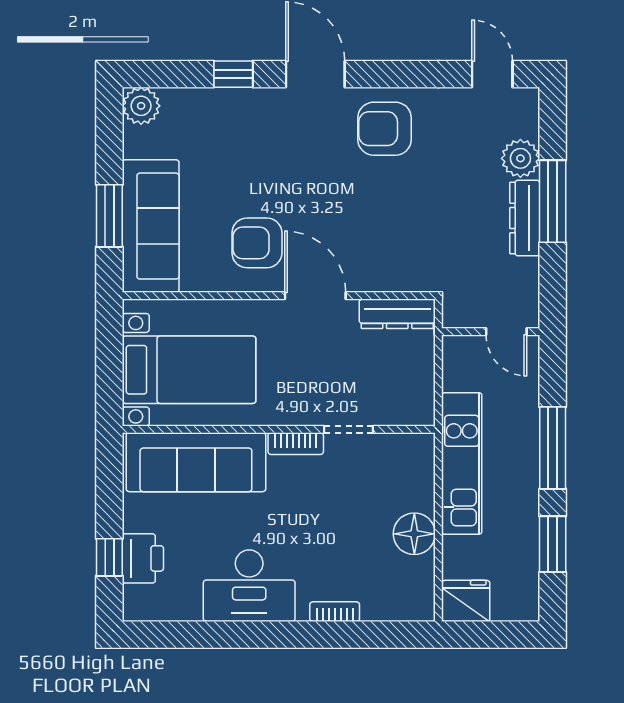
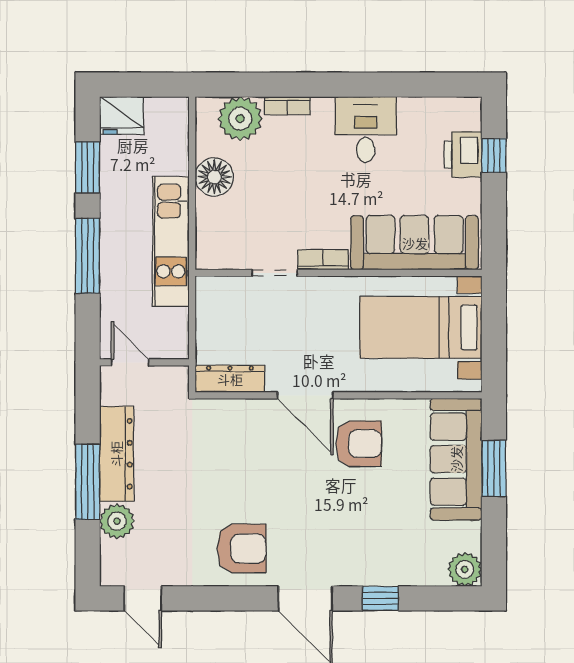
dresser: (525, 218) -> (116, 454), width x1.37, depth x1.24
desk: (249, 586) -> (366, 129), width x0.73
plant: (386, 598) -> (240, 119), added
fridge: (466, 601) -> (122, 115), moved

